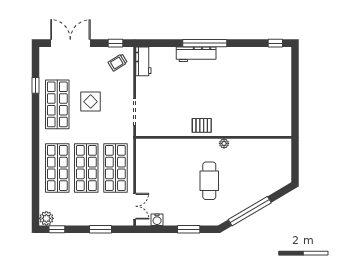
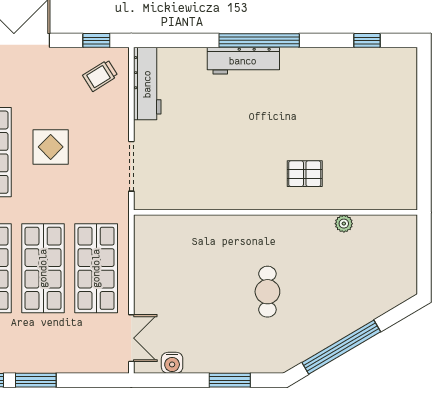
window: (275, 43) -> (367, 40), moved
workbench: (143, 61) -> (147, 84), width x1.37
pallet: (202, 125) -> (305, 174), moved
plant: (224, 143) -> (344, 224), moved
cafe table: (209, 181) -> (267, 292), width x0.73, depth x0.74
window: (101, 229) -> (36, 380), moved

